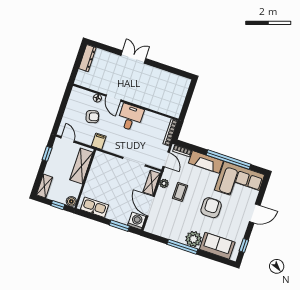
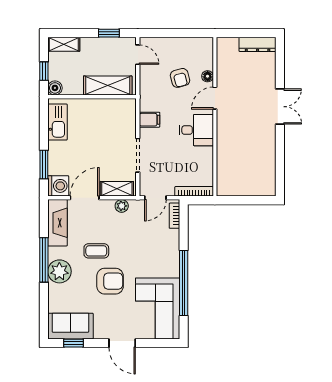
door: (68, 139) -> (138, 55), hinge flipped
filing cabinet: (99, 141) -> (150, 120), moved
fireplace: (206, 162) -> (57, 223), moved, turned 180
coffee table: (180, 192) -> (96, 251), moved
sofa: (217, 246) -> (70, 326), moved, turned -90

